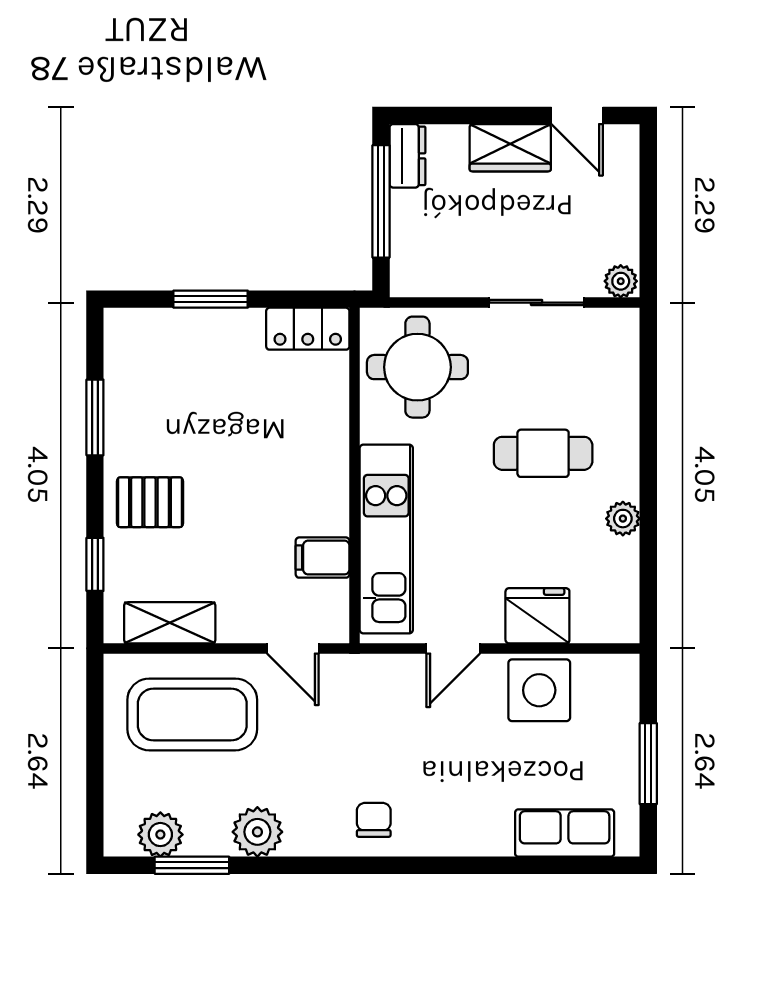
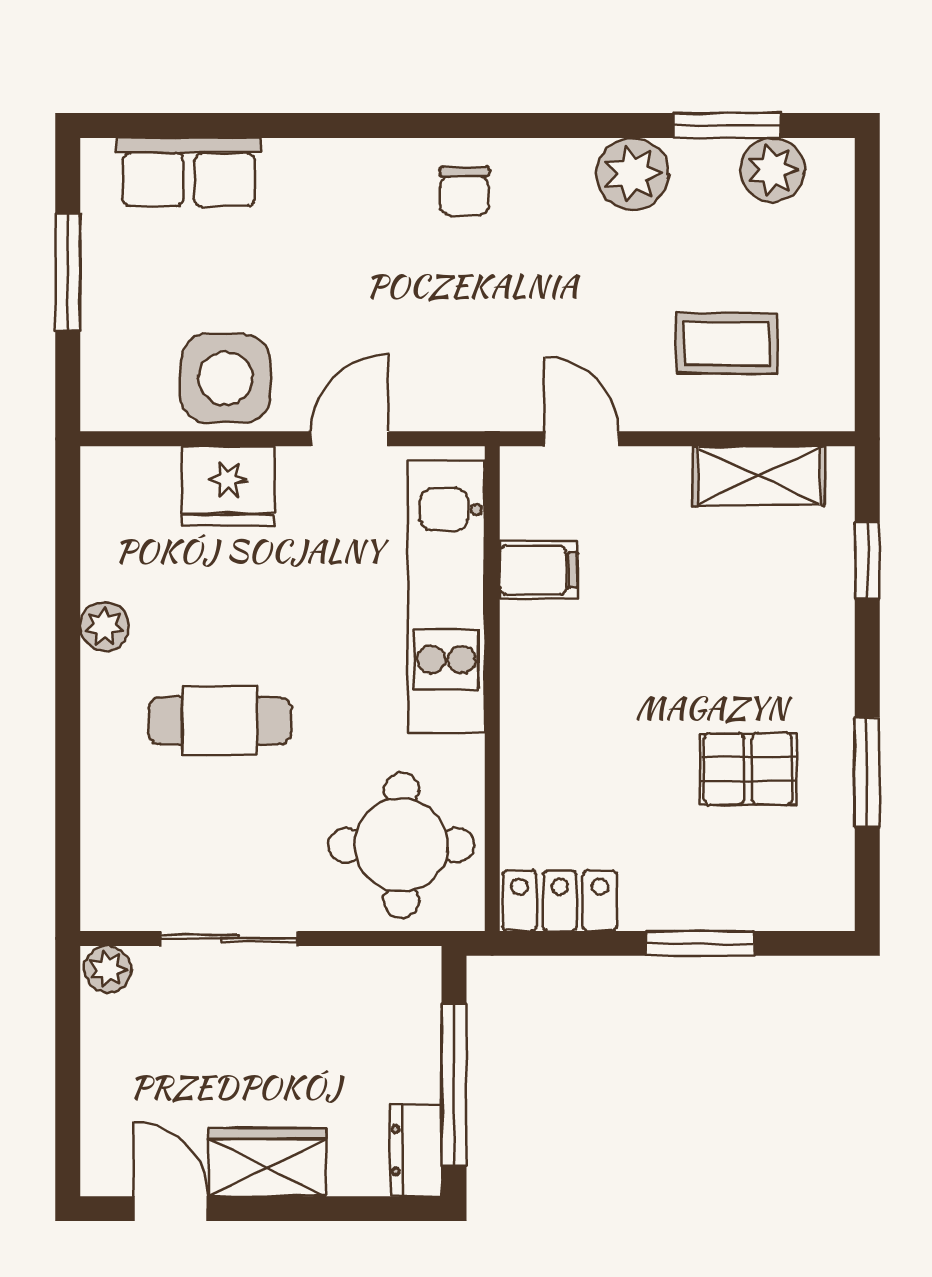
pallet: (150, 502) -> (748, 769), moved
coffee table: (192, 714) -> (727, 343), width x0.54, depth x0.58

